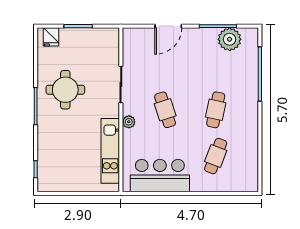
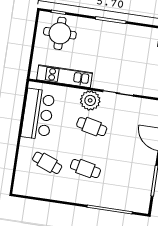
plant: (230, 39) -> (142, 189), removed
round table: (65, 90) -> (60, 33), moved
cafe table: (165, 110) -> (92, 127), turned 30
plant: (129, 122) -> (90, 100), width x1.88, depth x1.88

